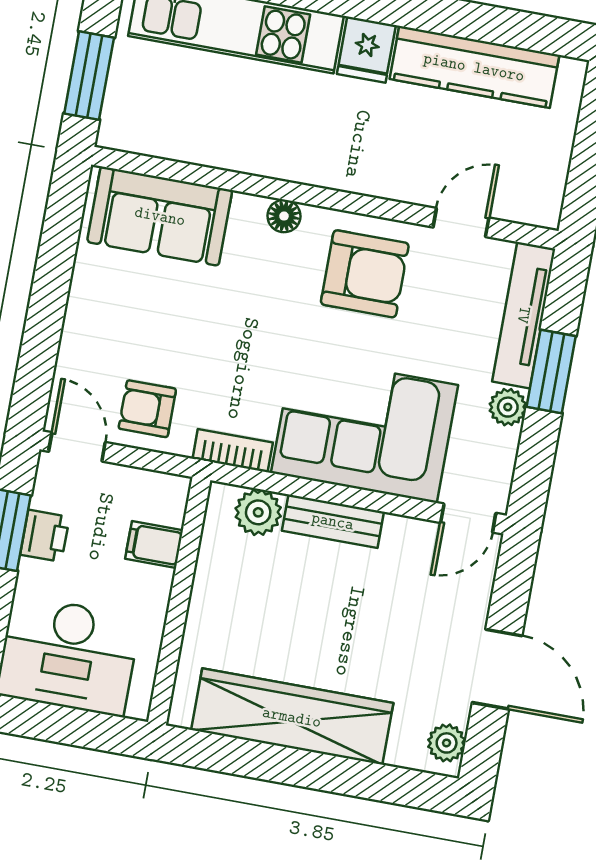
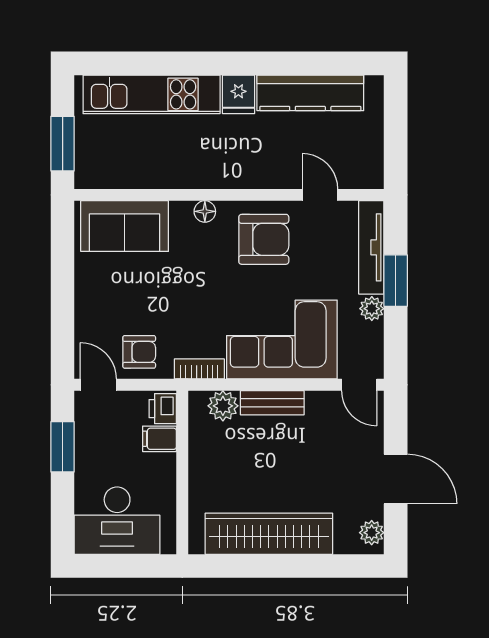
door: (461, 222) -> (320, 195), hinge flipped
armchair: (147, 409) -> (139, 352), turned 180
door: (468, 518) -> (359, 385), hinge flipped
printer: (45, 536) -> (163, 409), moved, turned 180

